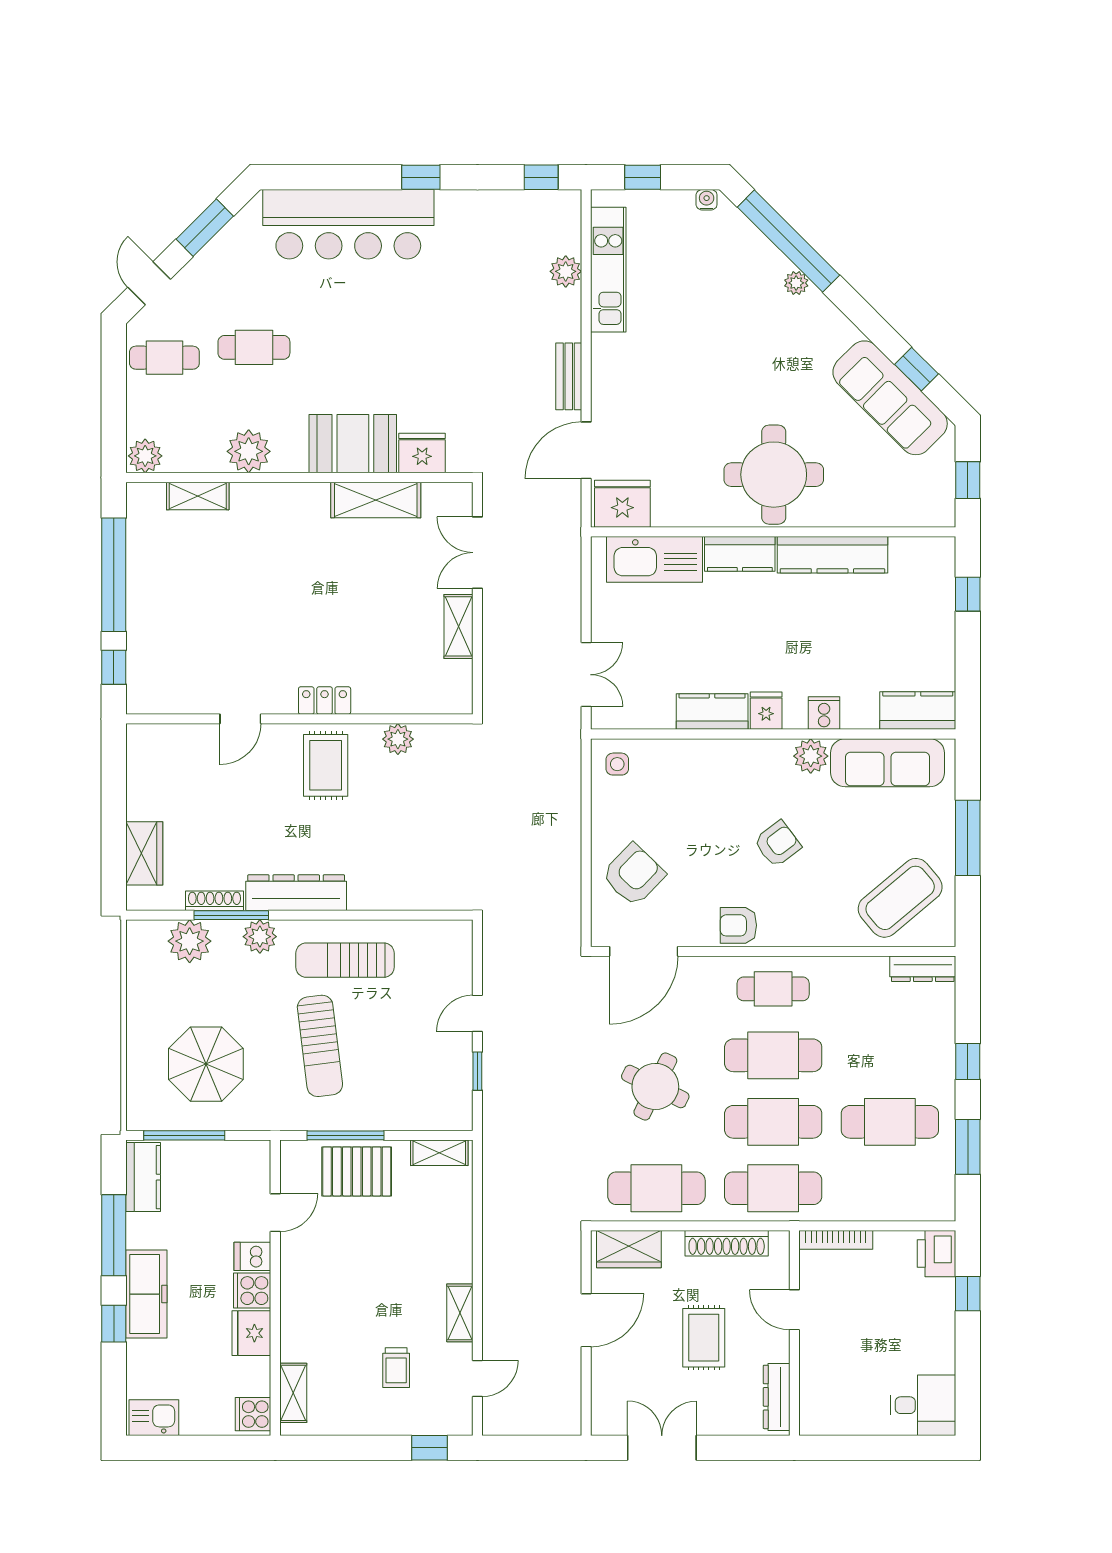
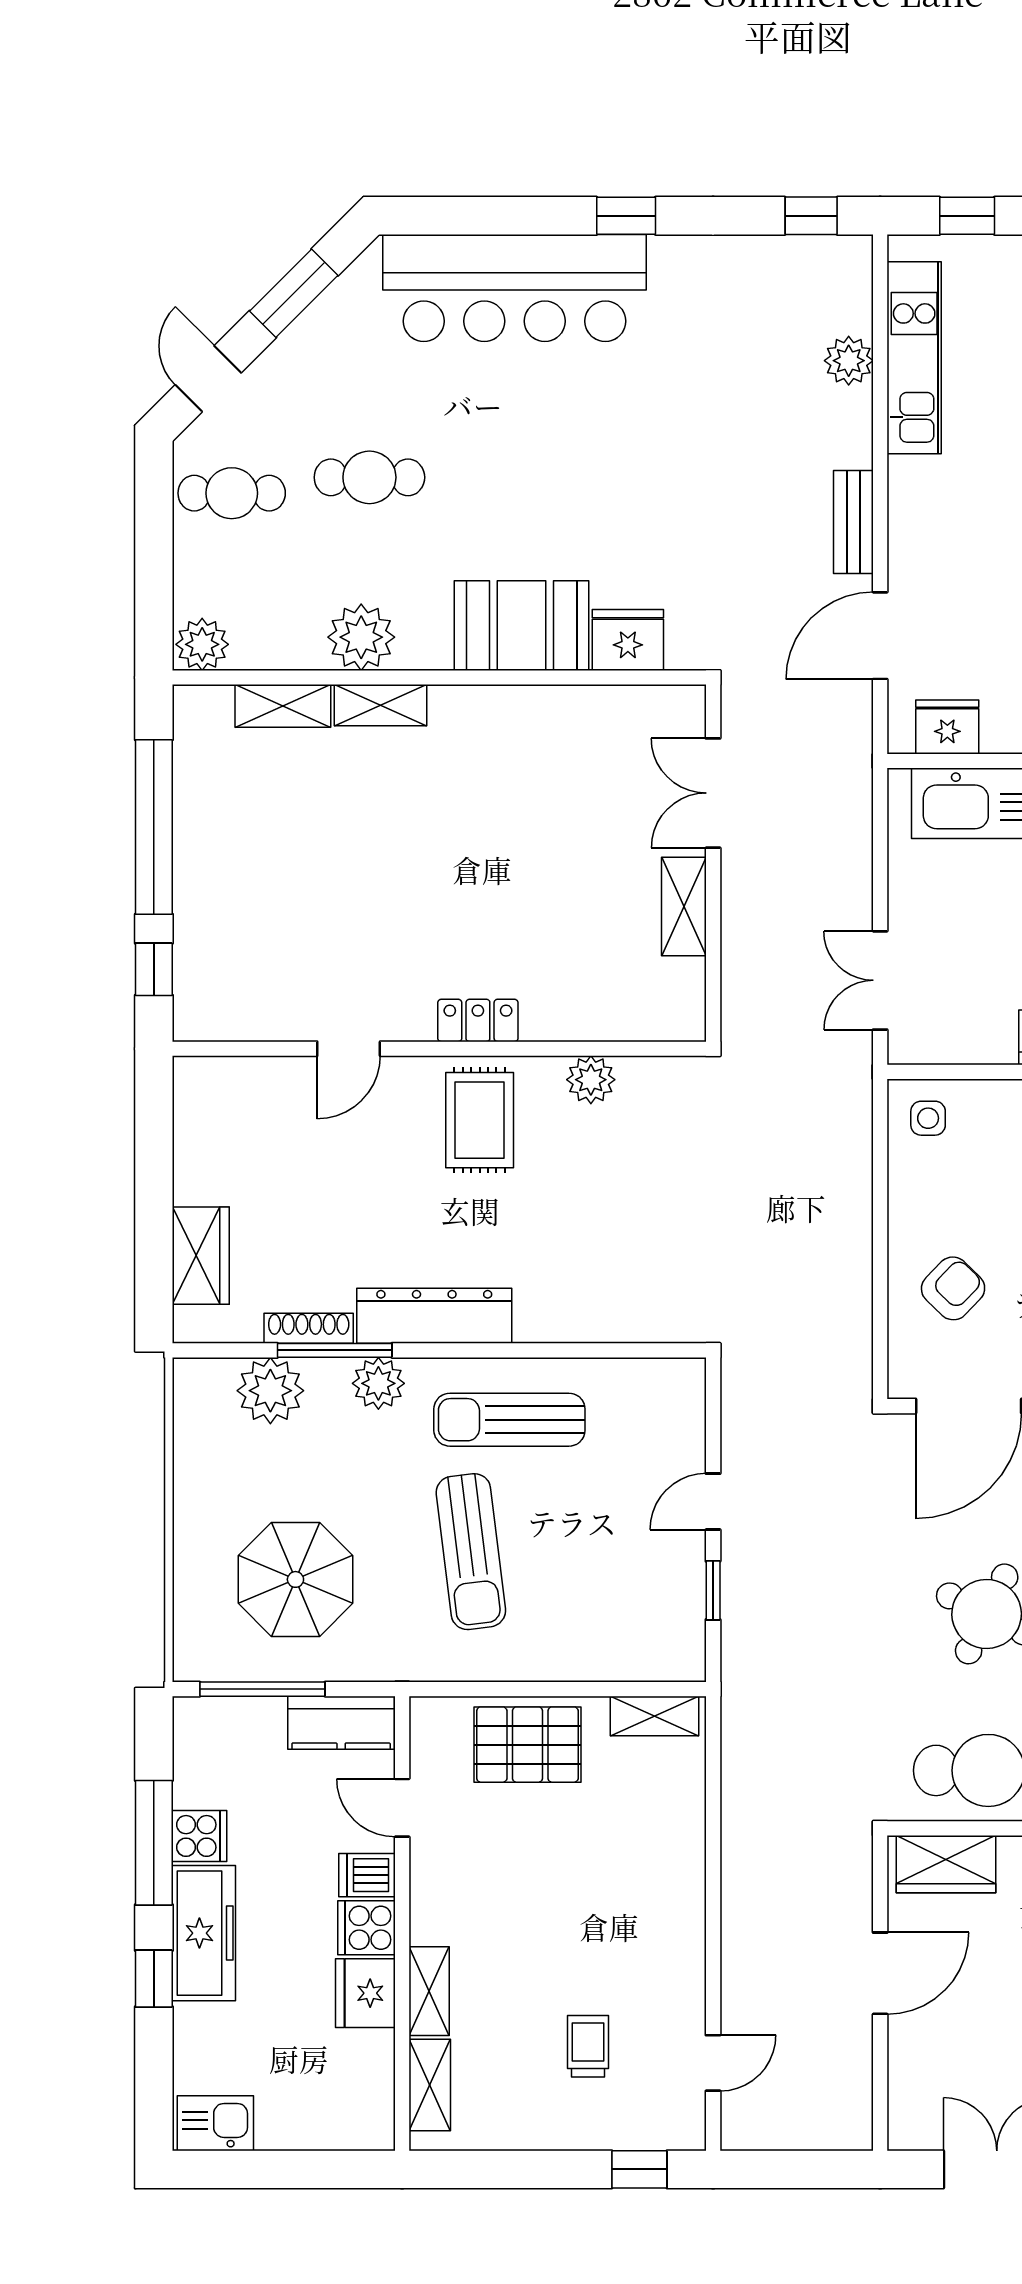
shelving: (376, 500) -> (380, 705), moved, width x0.67, depth x0.75
fridge: (622, 504) -> (947, 727), width x0.73, depth x0.75
double door: (586, 675) -> (880, 980), swing flipped
armchair: (633, 875) -> (953, 1288), width x0.72, depth x0.72
window: (345, 1135) -> (510, 1689), removed
kitchen counter: (143, 1177) -> (341, 1723), moved, turned 90
door: (275, 1213) -> (402, 1808), swing flipped
shelving: (460, 1313) -> (429, 1991), moved
trolley: (396, 1368) -> (588, 2046), turned 180
cooker: (253, 1414) -> (200, 1836), moved, turned 180

